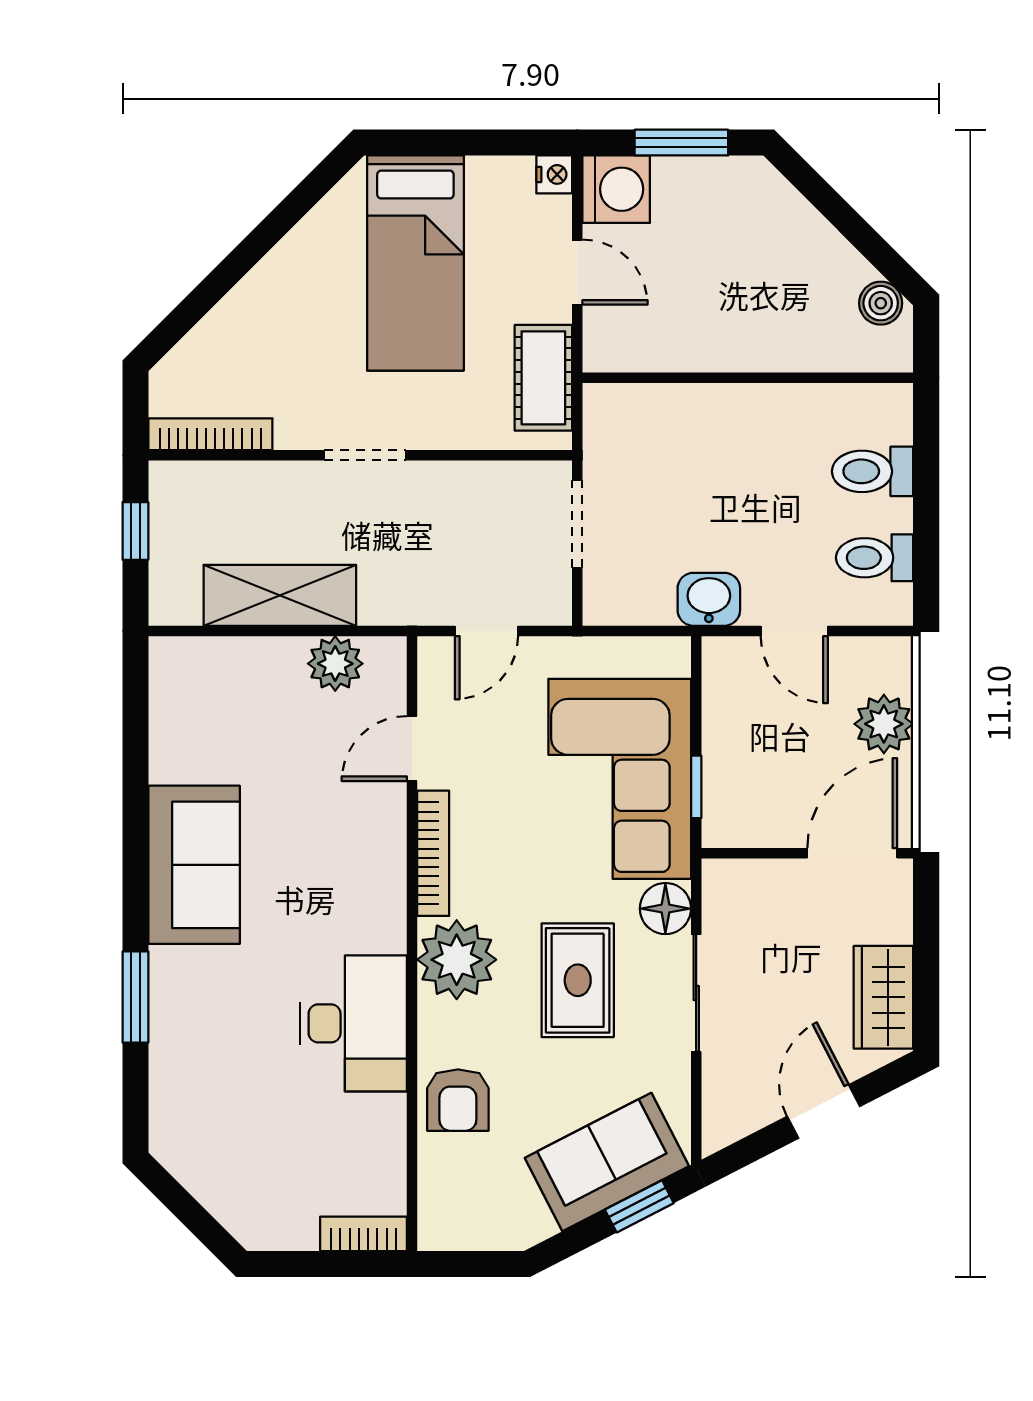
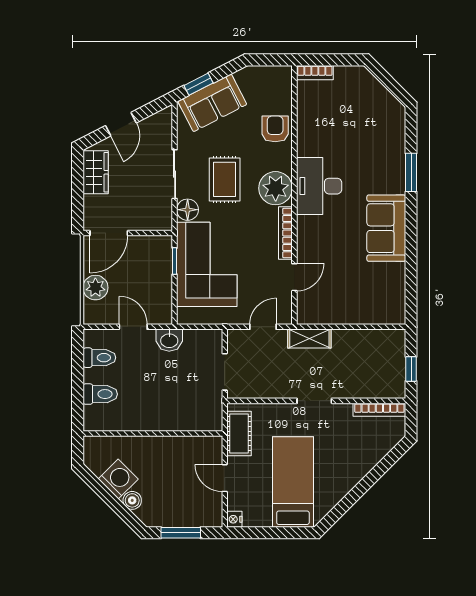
washing machine: (616, 189) -> (118, 479), moved, turned 135
boiler: (881, 303) -> (132, 500), moved
shelving: (280, 595) -> (309, 339), moved, width x0.67, depth x0.75
plant: (335, 664) -> (327, 313), removed
desk: (353, 1023) -> (319, 186), moved

